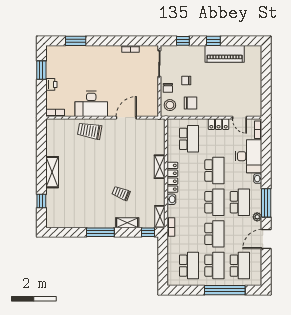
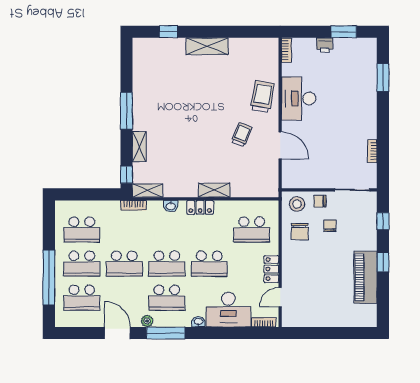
locker: (172, 177) -> (200, 207), width x0.66
trolley: (121, 193) -> (242, 135), moved

